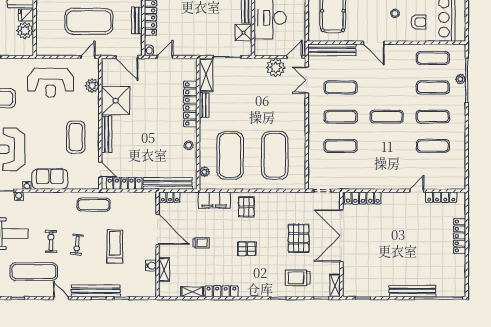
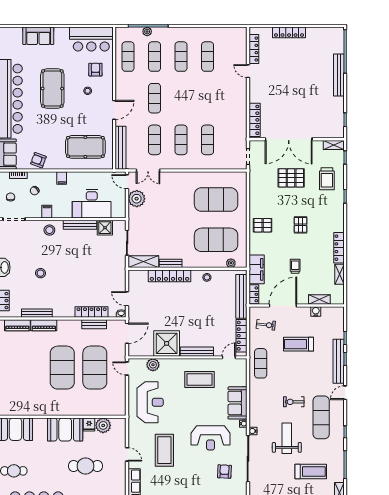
exercise mat: (387, 117) -> (155, 98), moved
filing cabinet: (214, 200) -> (257, 269), moved
exercise bike: (77, 245) -> (266, 325), moved

